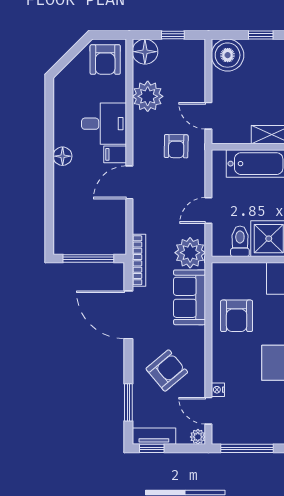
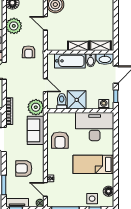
door: (208, 116) -> (45, 23), moved
door: (208, 210) -> (45, 85), swing flipped
armchair: (167, 371) -> (24, 168), turned -140

